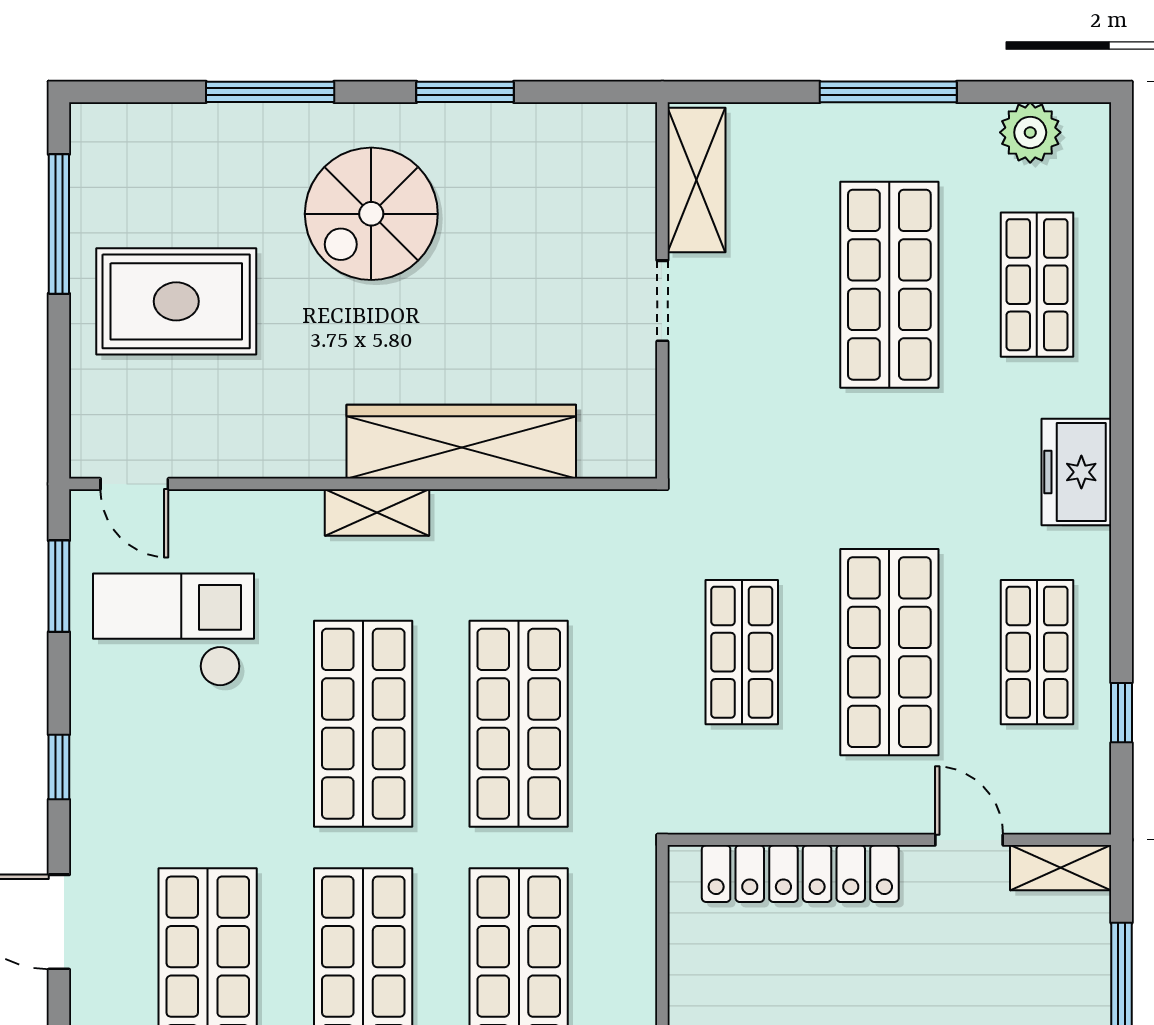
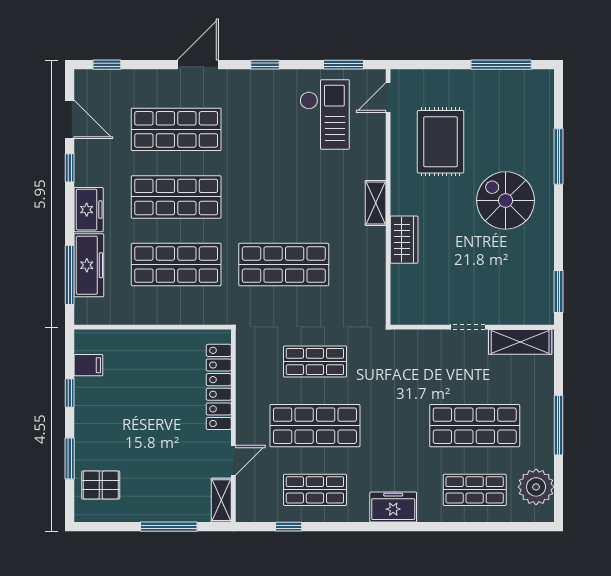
window: (465, 92) -> (558, 291), moved
plant: (1030, 132) -> (536, 487), width x1.36, depth x1.36
rug: (176, 301) -> (441, 142), moved
wardrobe: (461, 442) -> (404, 240), width x0.48, depth x0.85
shop shelf: (363, 724) -> (284, 197), removed

